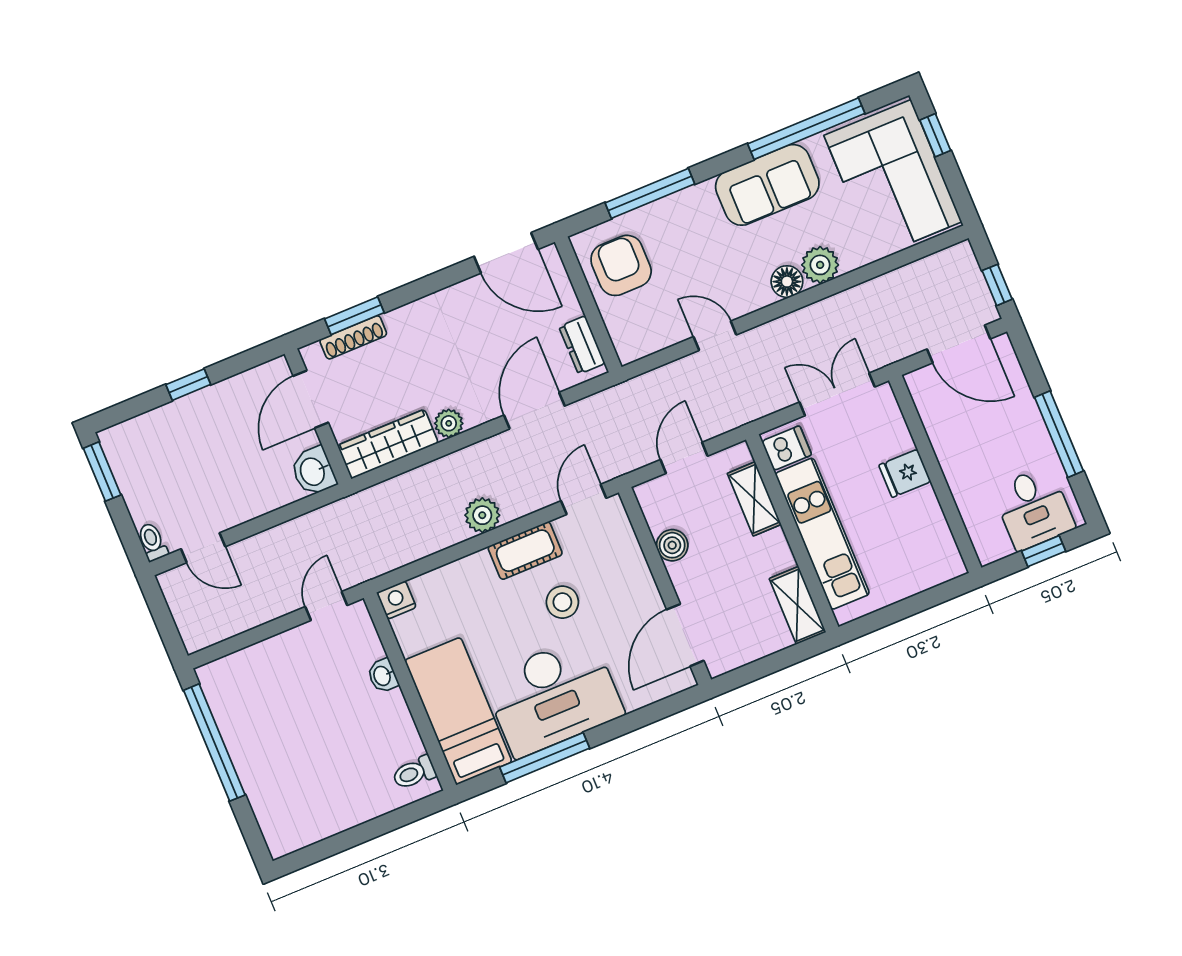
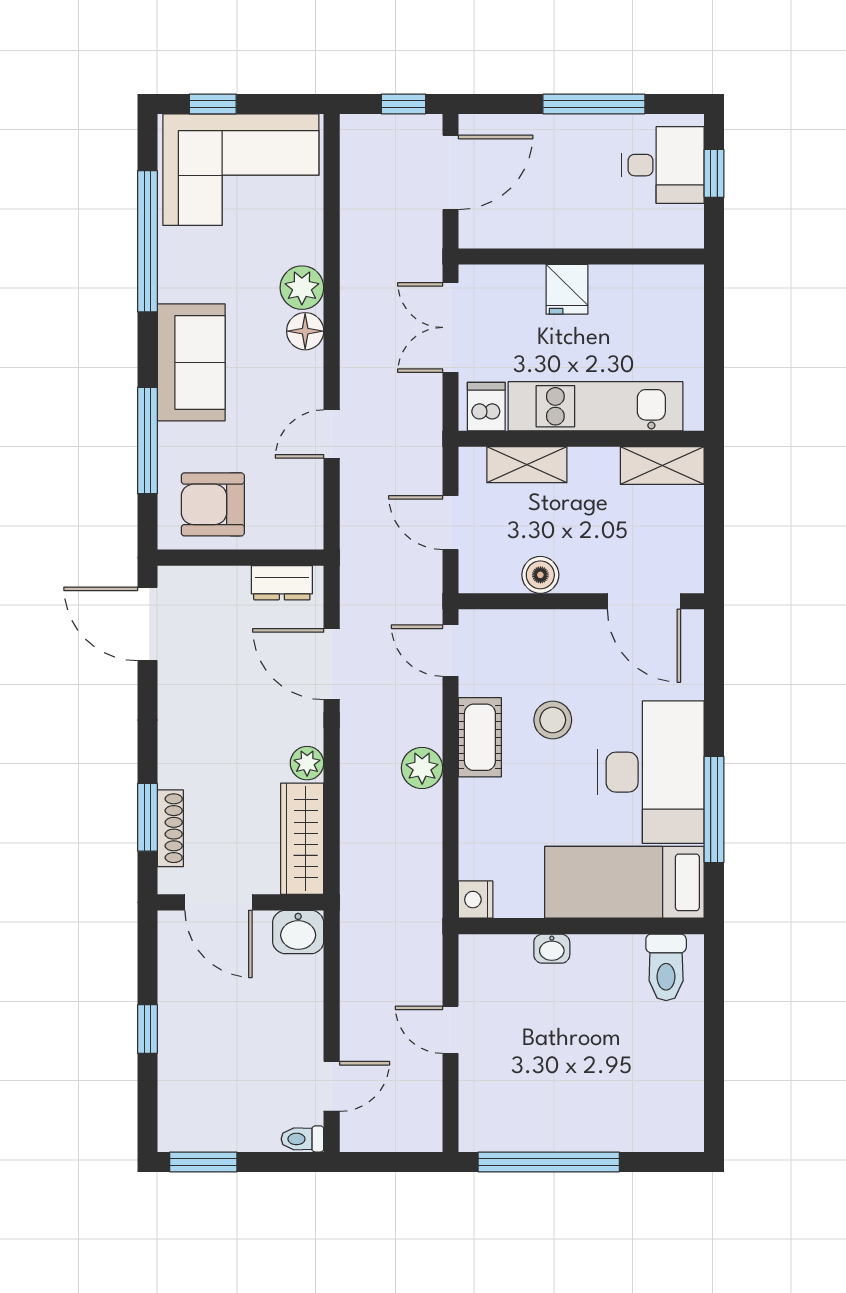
sofa: (767, 185) -> (191, 362), moved
door: (506, 253) -> (147, 624), swing flipped
door: (326, 606) -> (451, 1030), moved
toilet: (414, 773) -> (666, 967), width x1.37, depth x1.39

